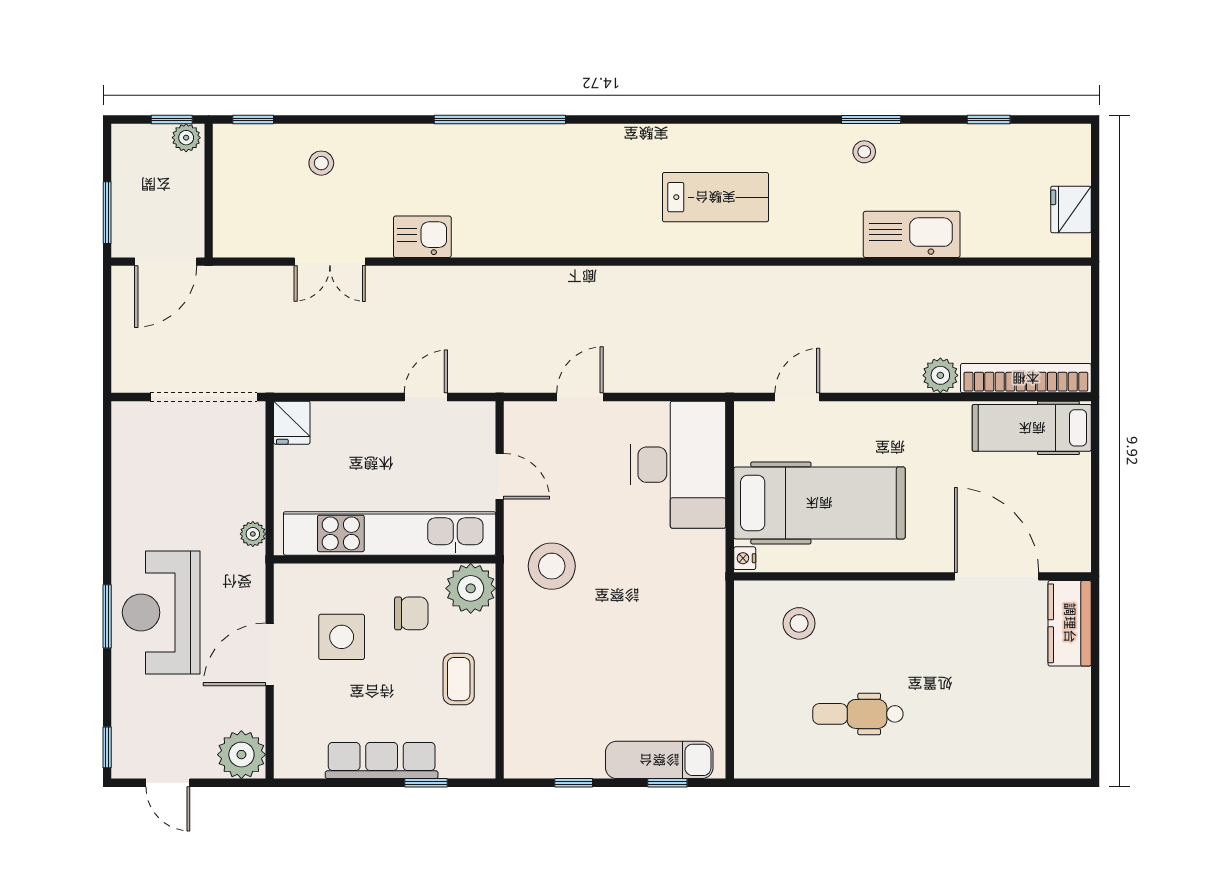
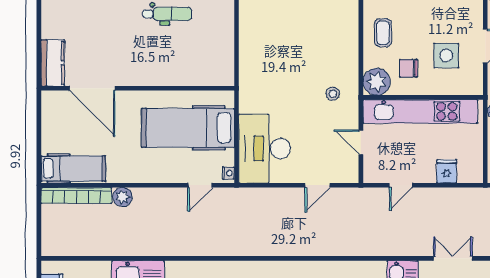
fridge: (292, 423) -> (447, 171), moved
nightstand: (745, 558) -> (228, 173), moved
stool: (552, 566) -> (333, 94), width x0.53, depth x0.53
stool: (799, 623) -> (199, 63), removed

